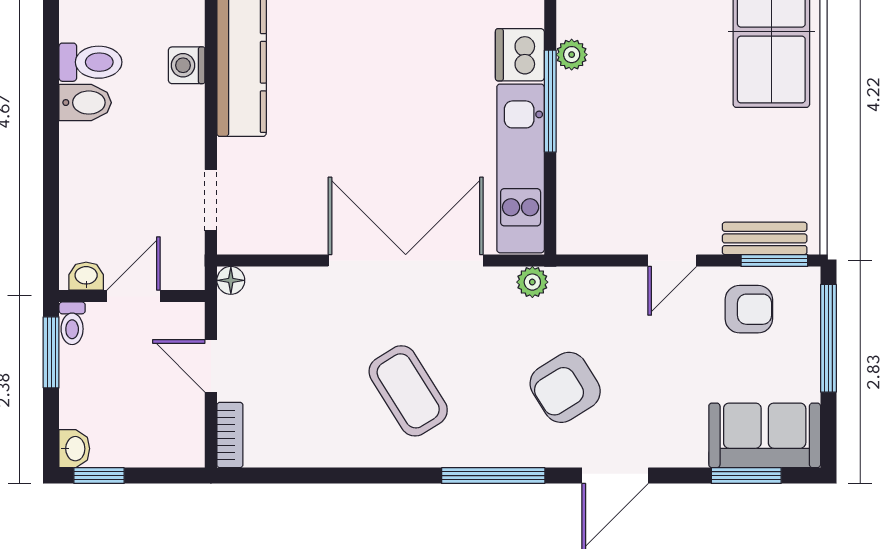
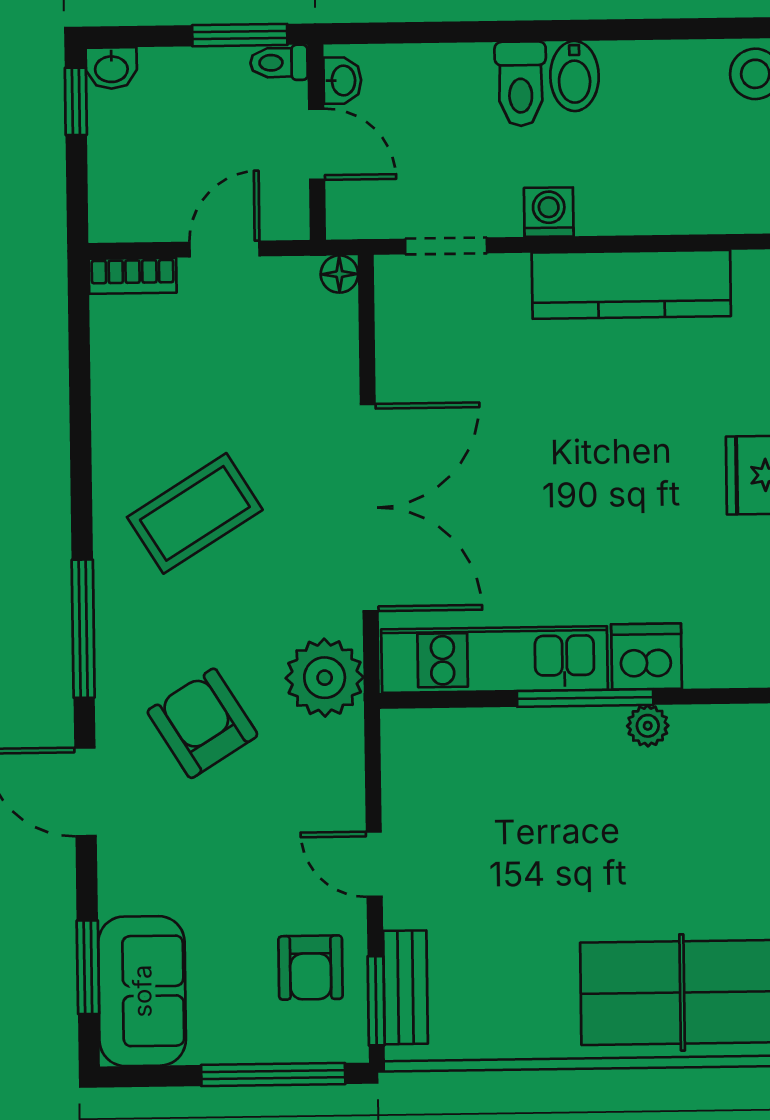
toilet: (90, 62) -> (521, 84), moved
washing machine: (187, 65) -> (549, 212), moved
plant: (532, 282) -> (325, 678), width x1.87, depth x1.87

